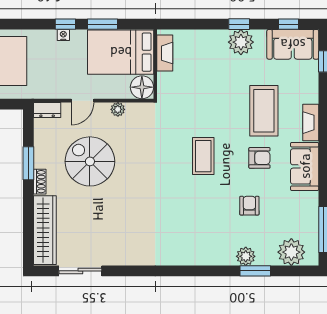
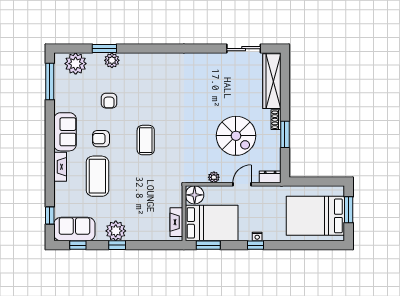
window: (102, 24) -> (208, 245), moved

